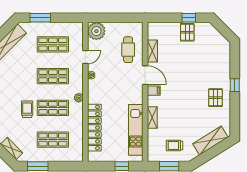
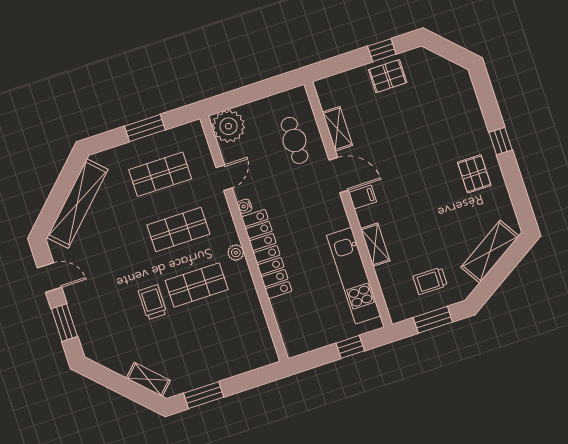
window: (40, 18) -> (145, 128), moved
pallet: (187, 32) -> (388, 76), turned 90
locker: (94, 128) -> (267, 254), moved
shop shelf: (53, 140) -> (215, 340), removed

